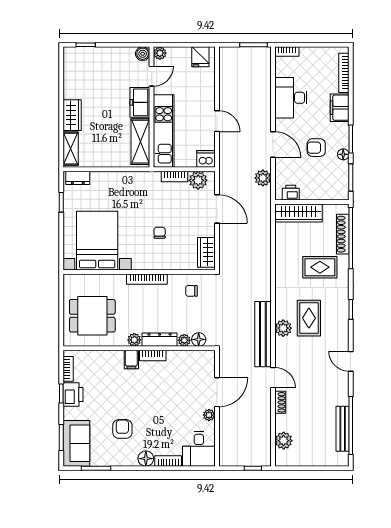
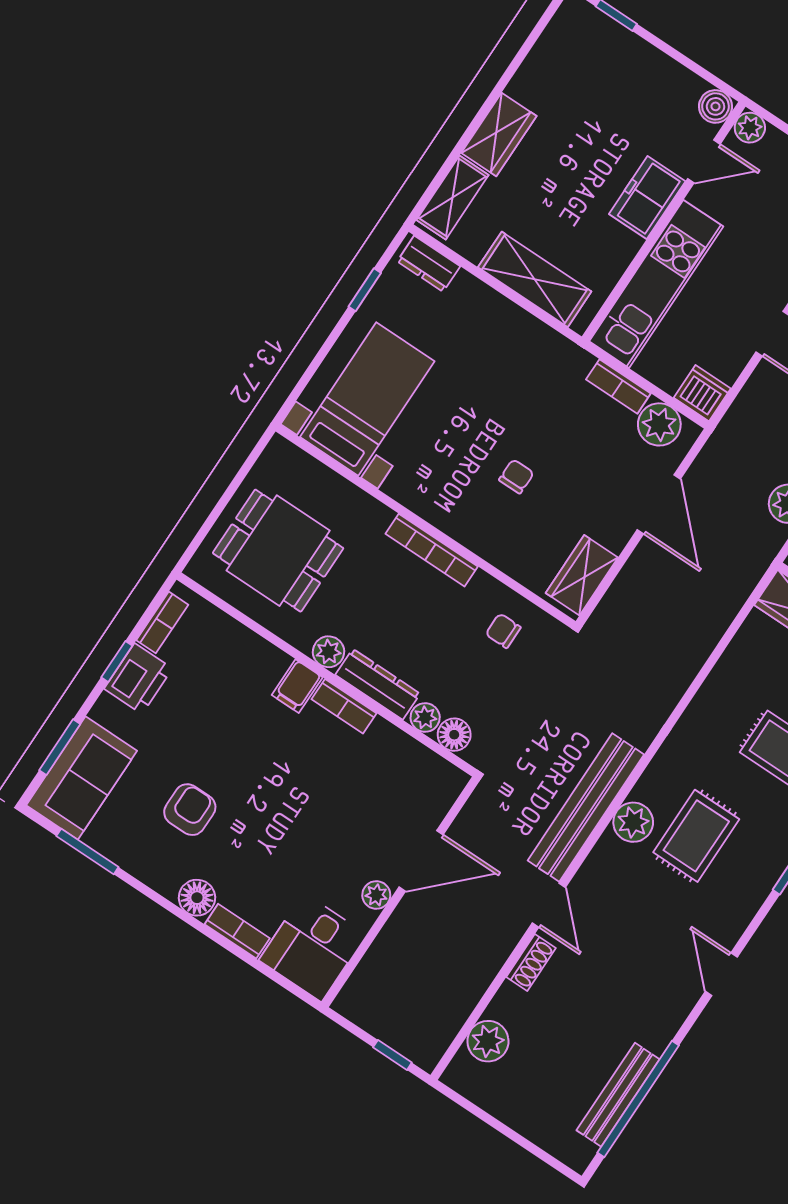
shelving: (140, 142) -> (535, 279), moved, turned 90
bed with nightstands: (97, 241) -> (367, 399), width x0.73

